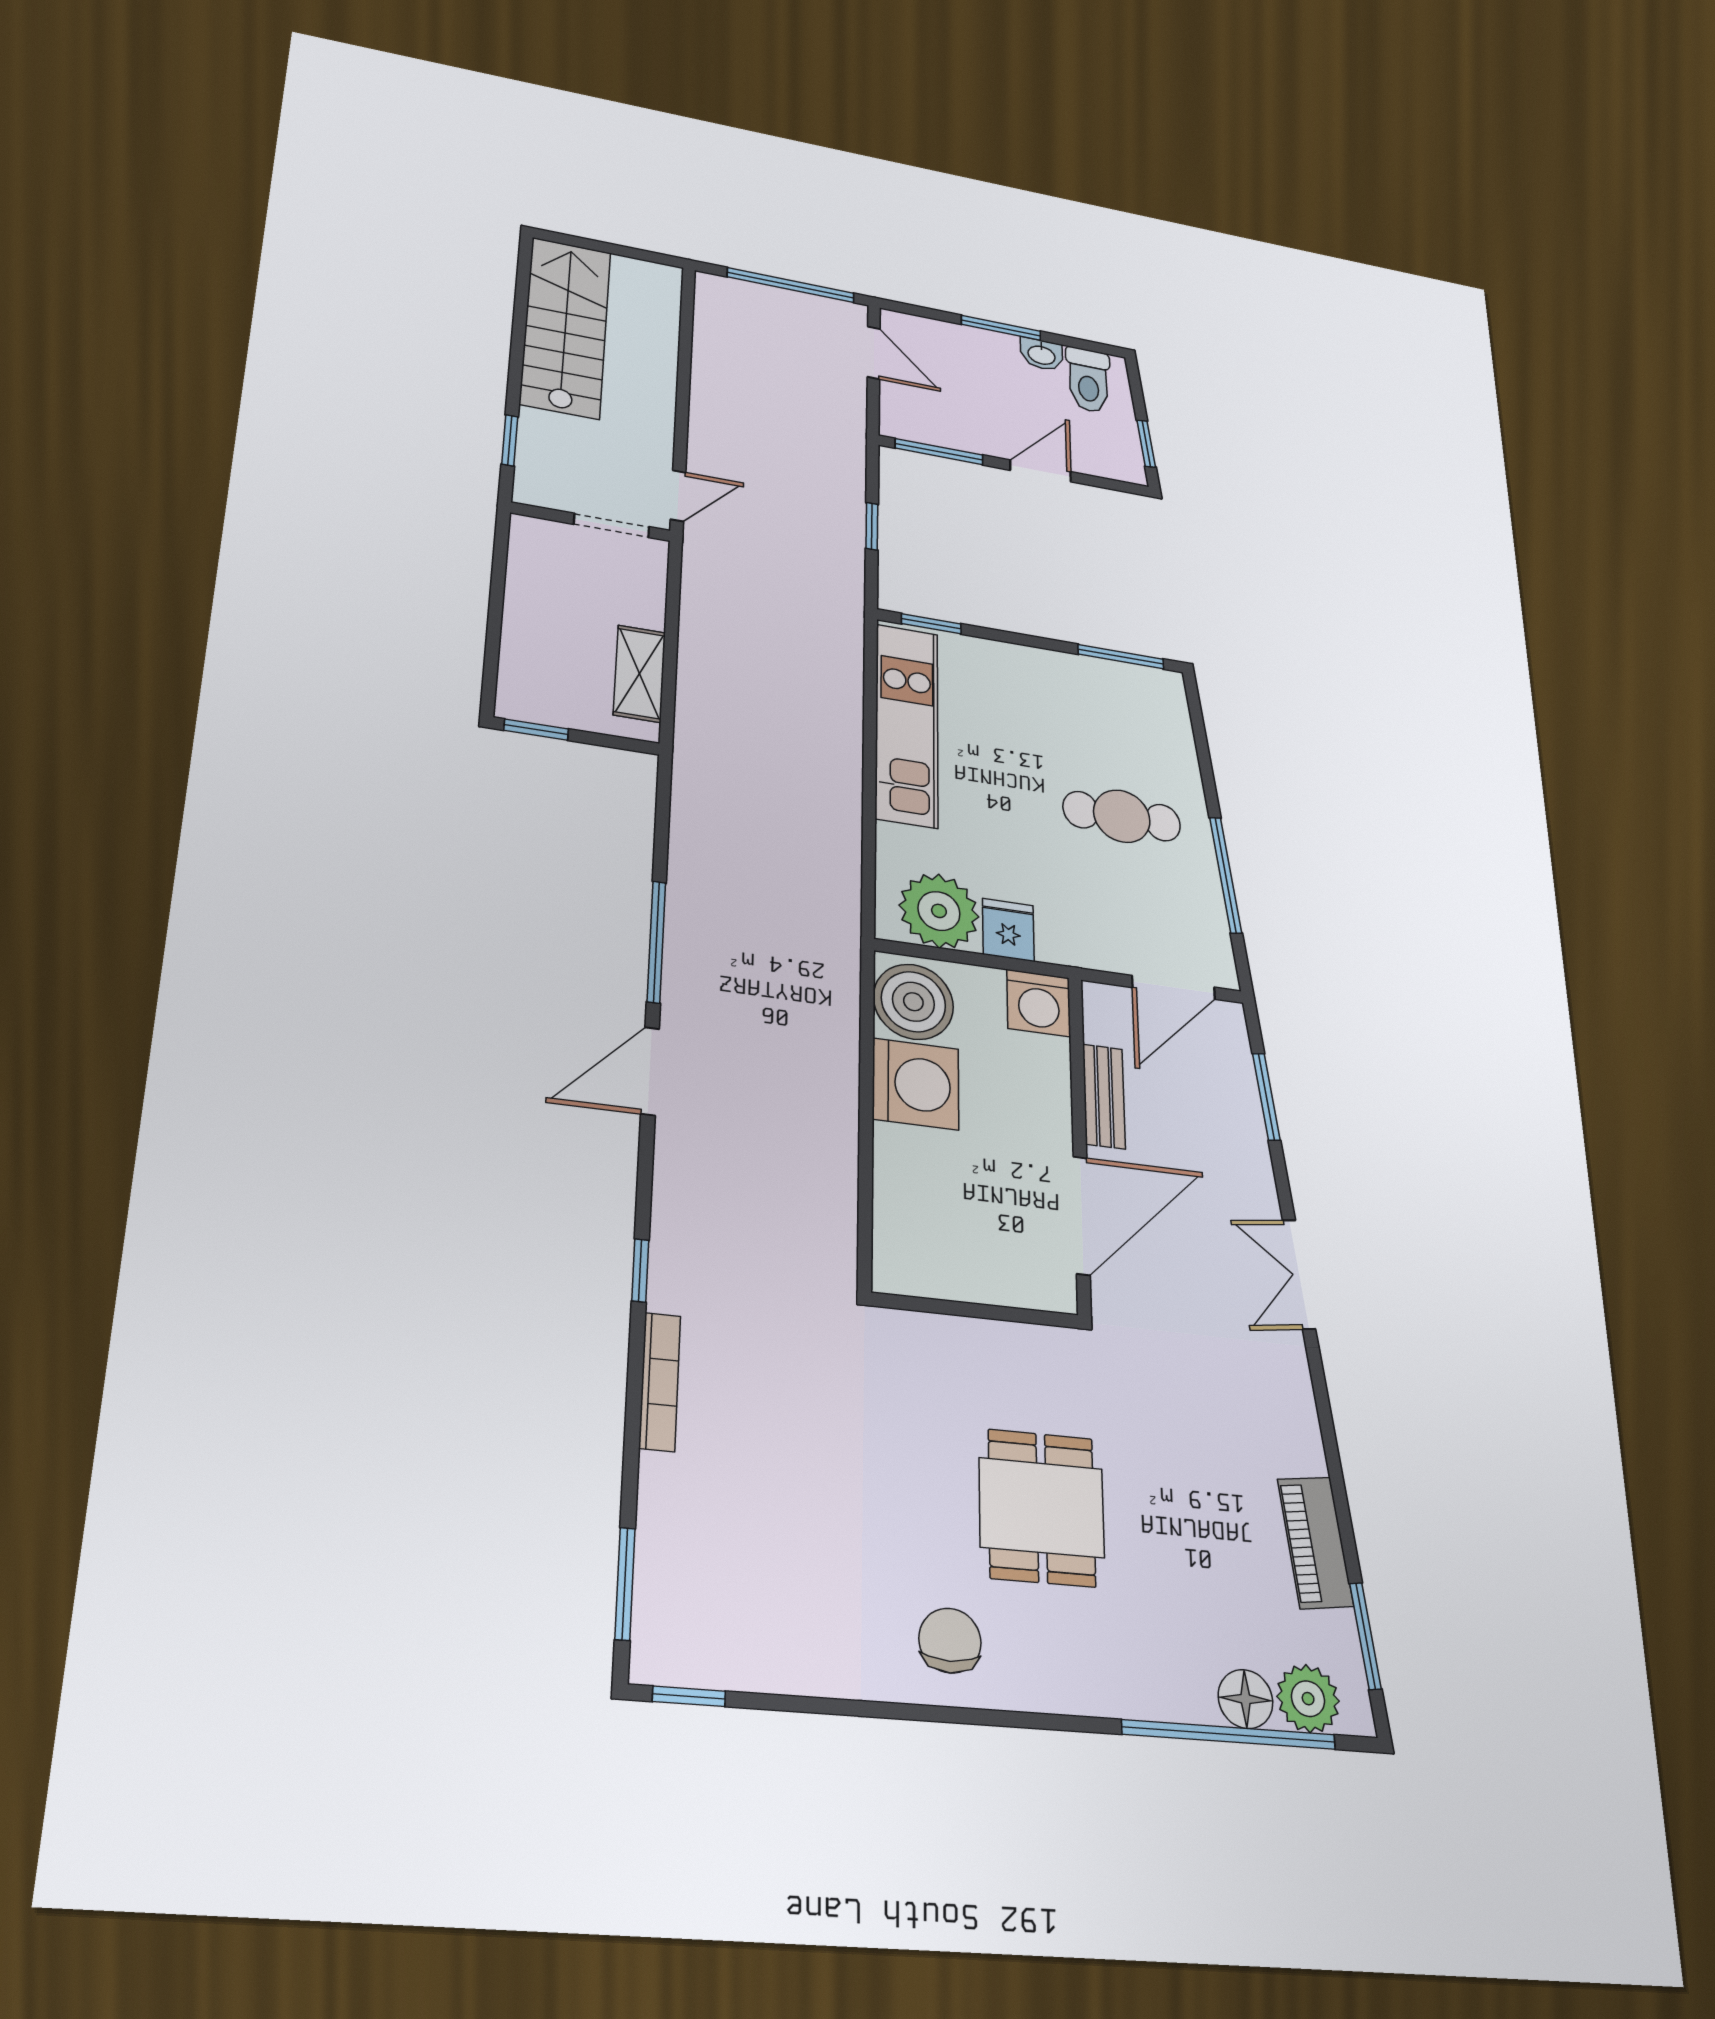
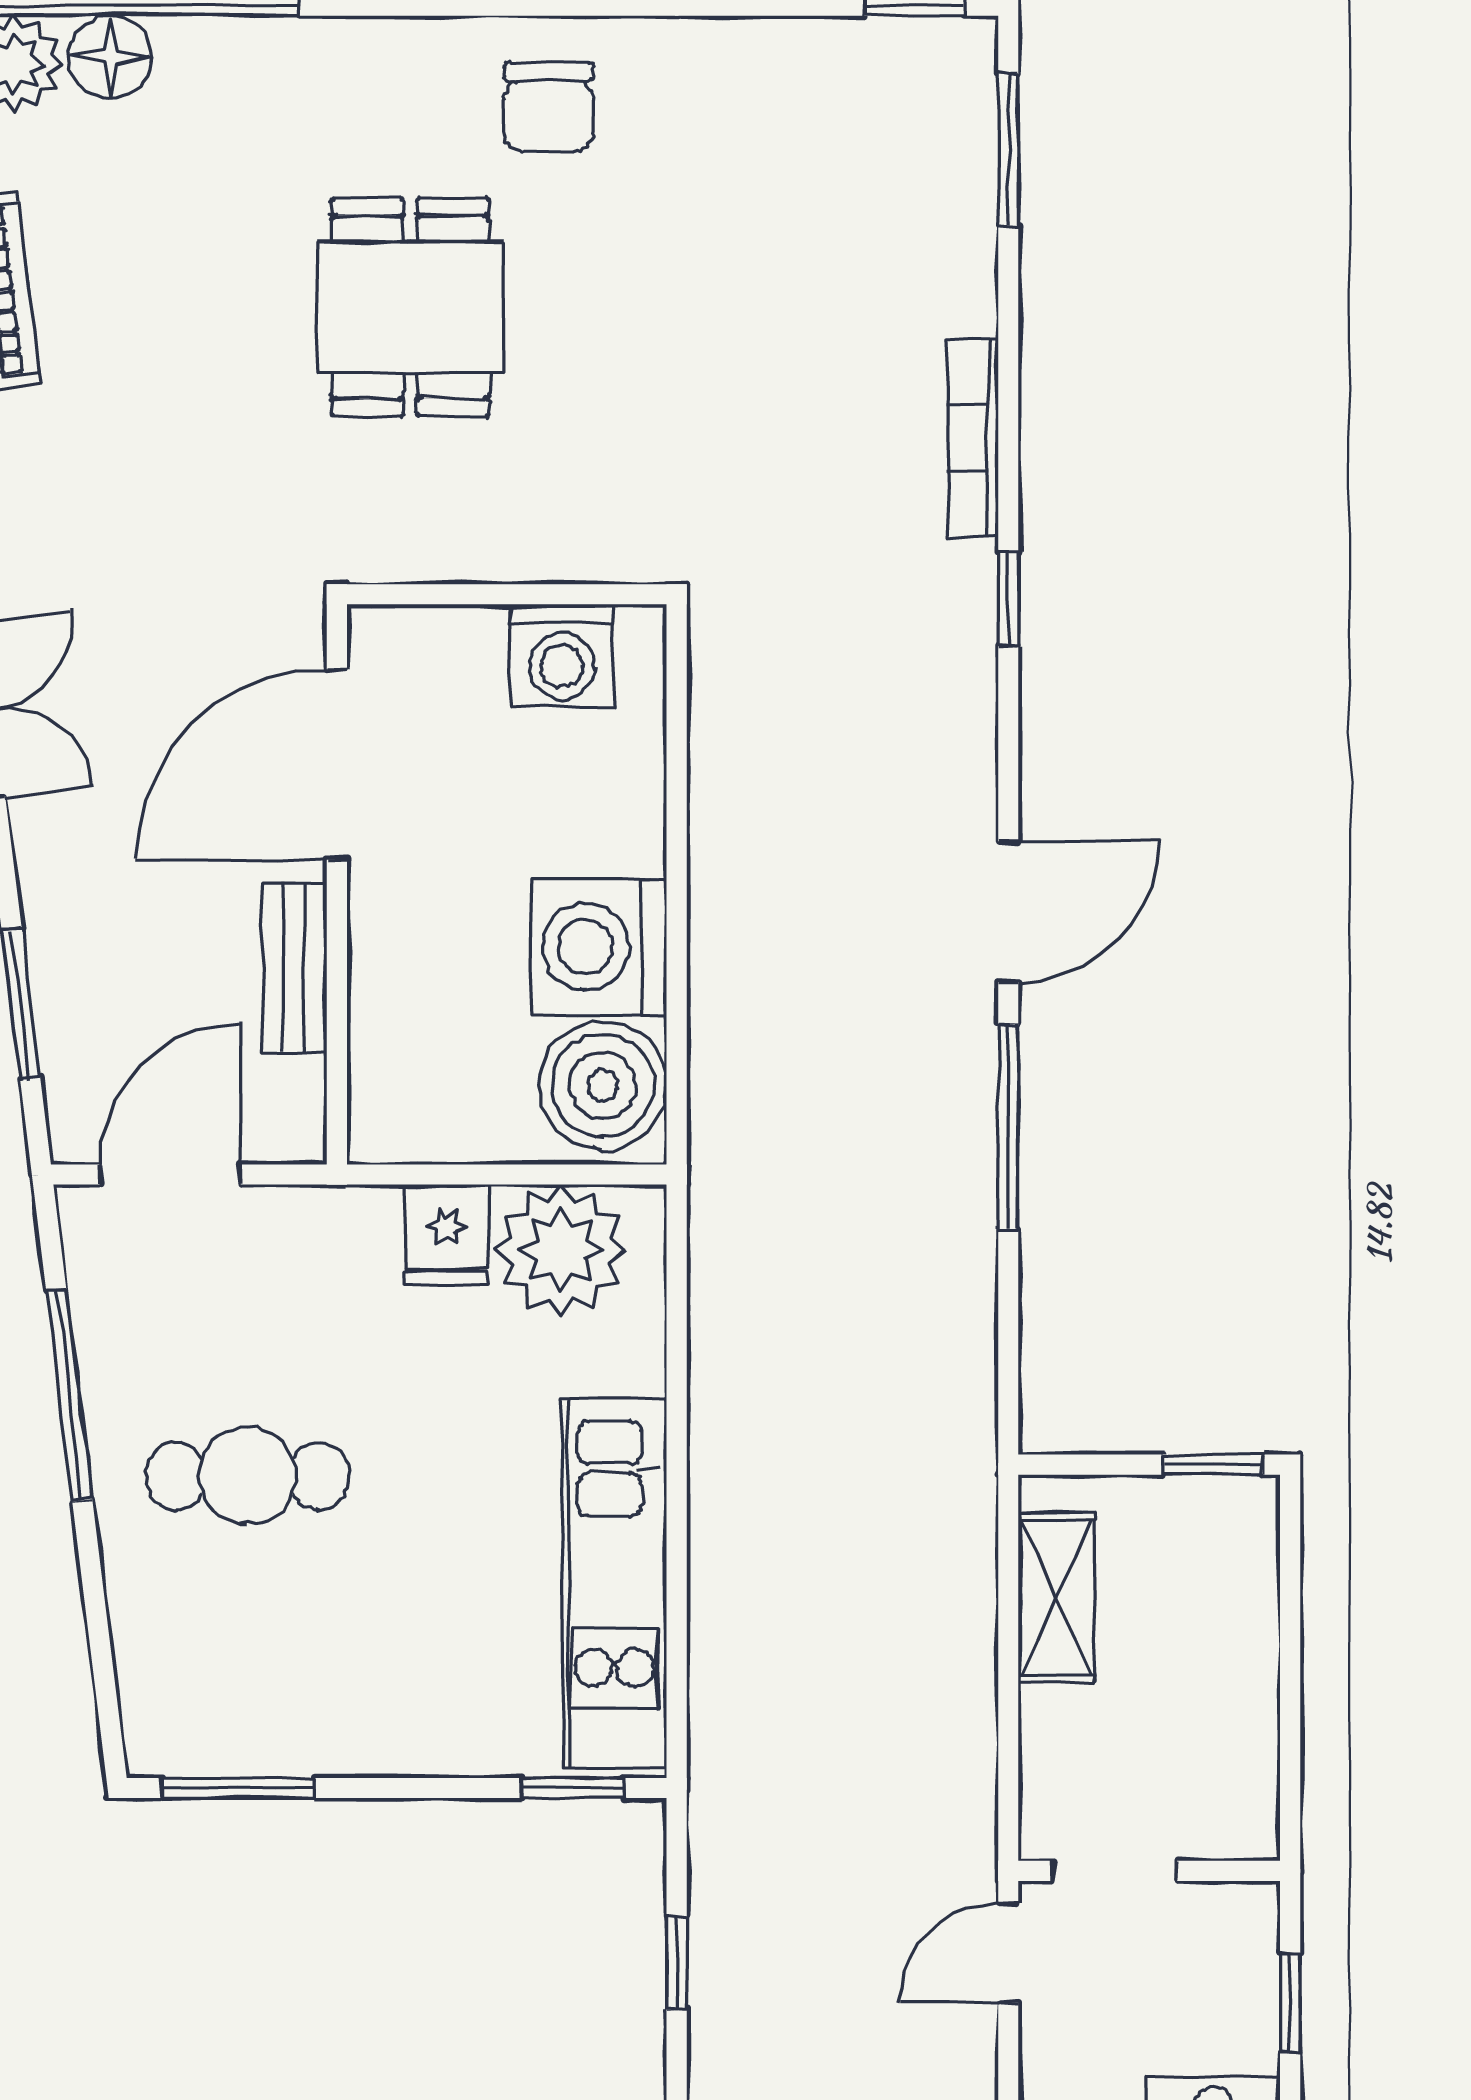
washing machine: (1039, 1003) -> (562, 656), moved, turned 180

